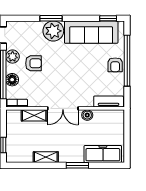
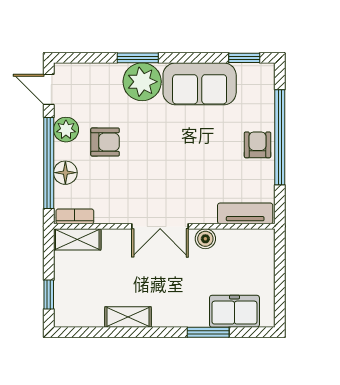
sofa: (91, 32) -> (200, 84), width x0.73
armchair: (115, 65) -> (258, 145), turned 180
shelving: (34, 115) -> (77, 239), moved
freezer: (103, 154) -> (234, 311), width x0.71
window: (77, 165) -> (208, 332), moved

